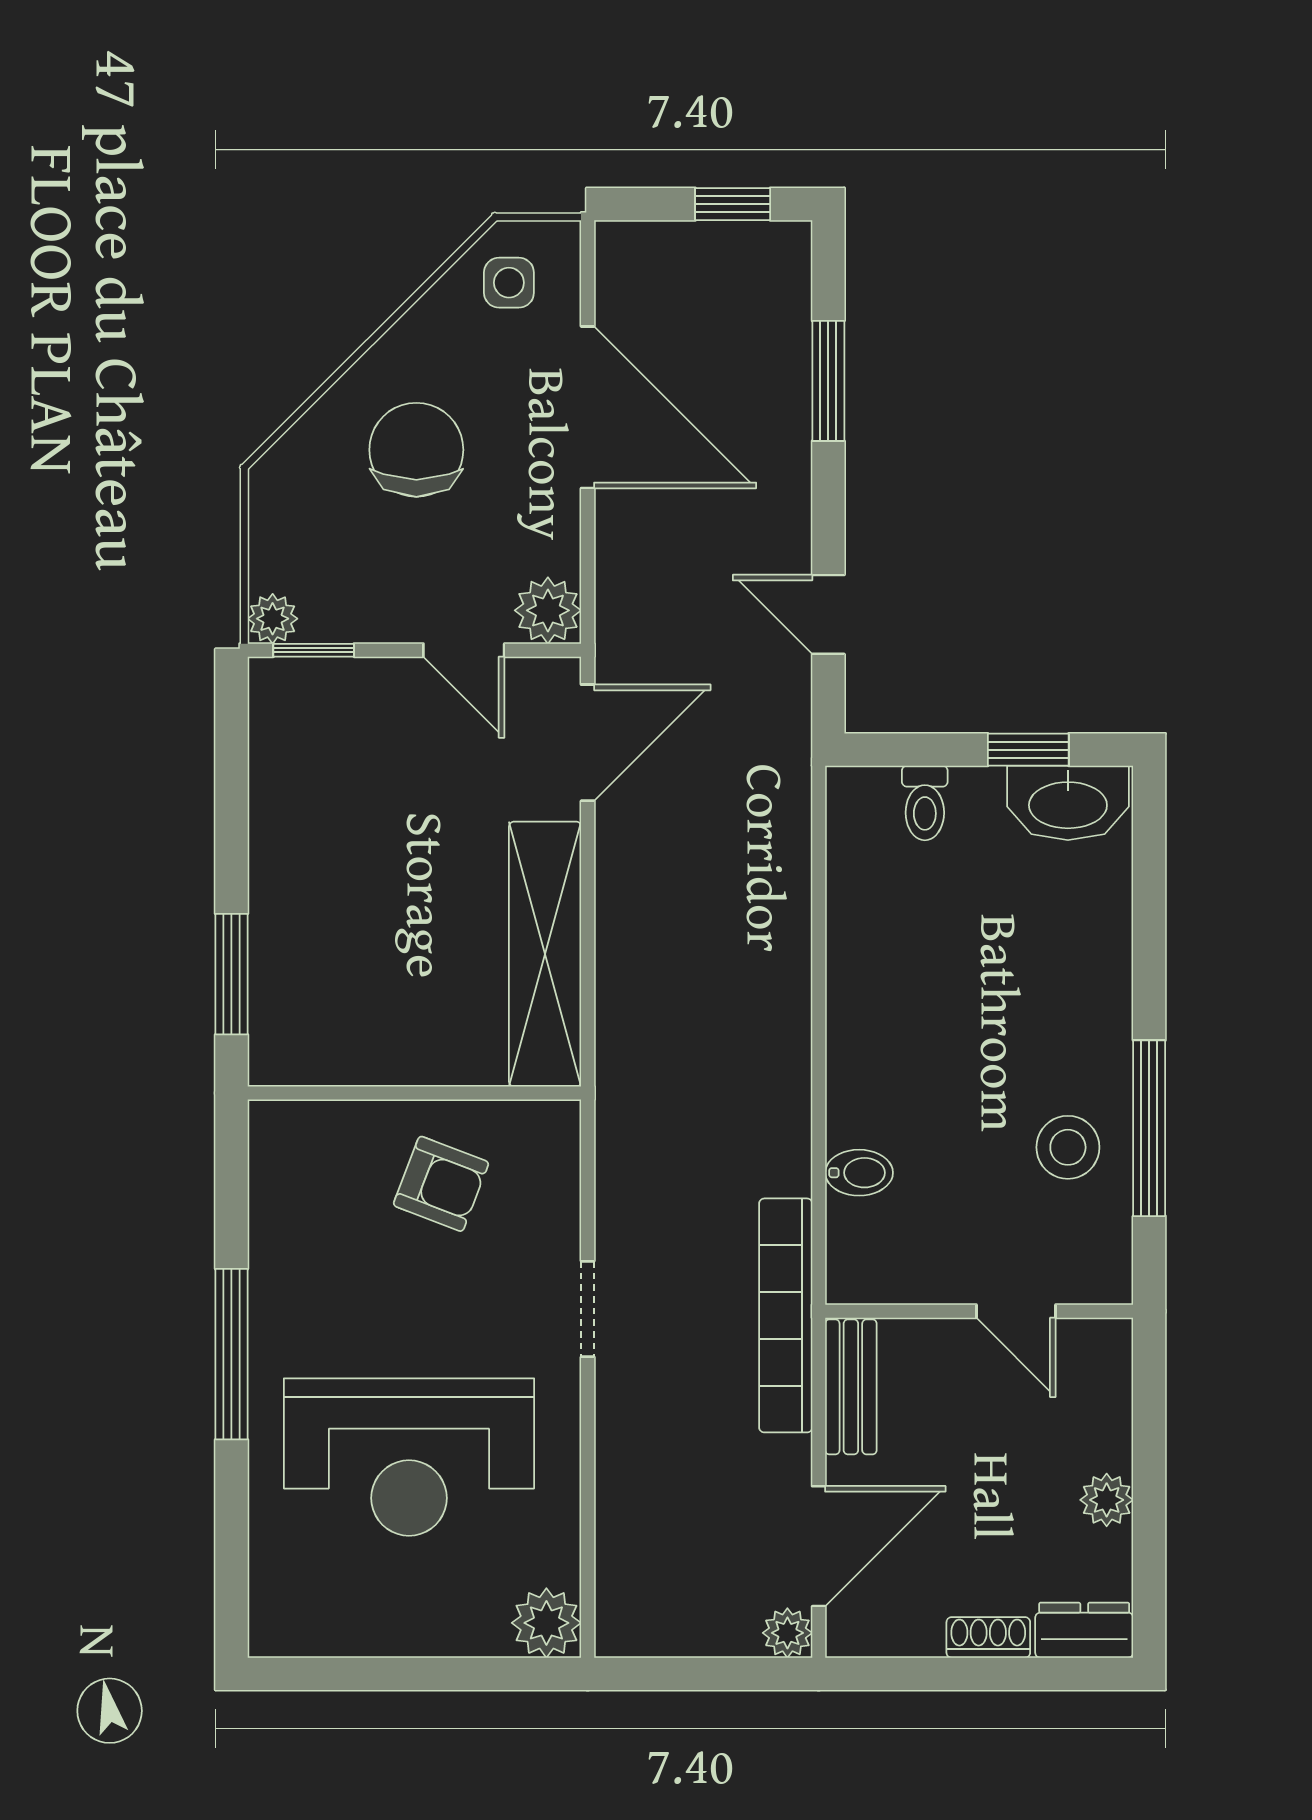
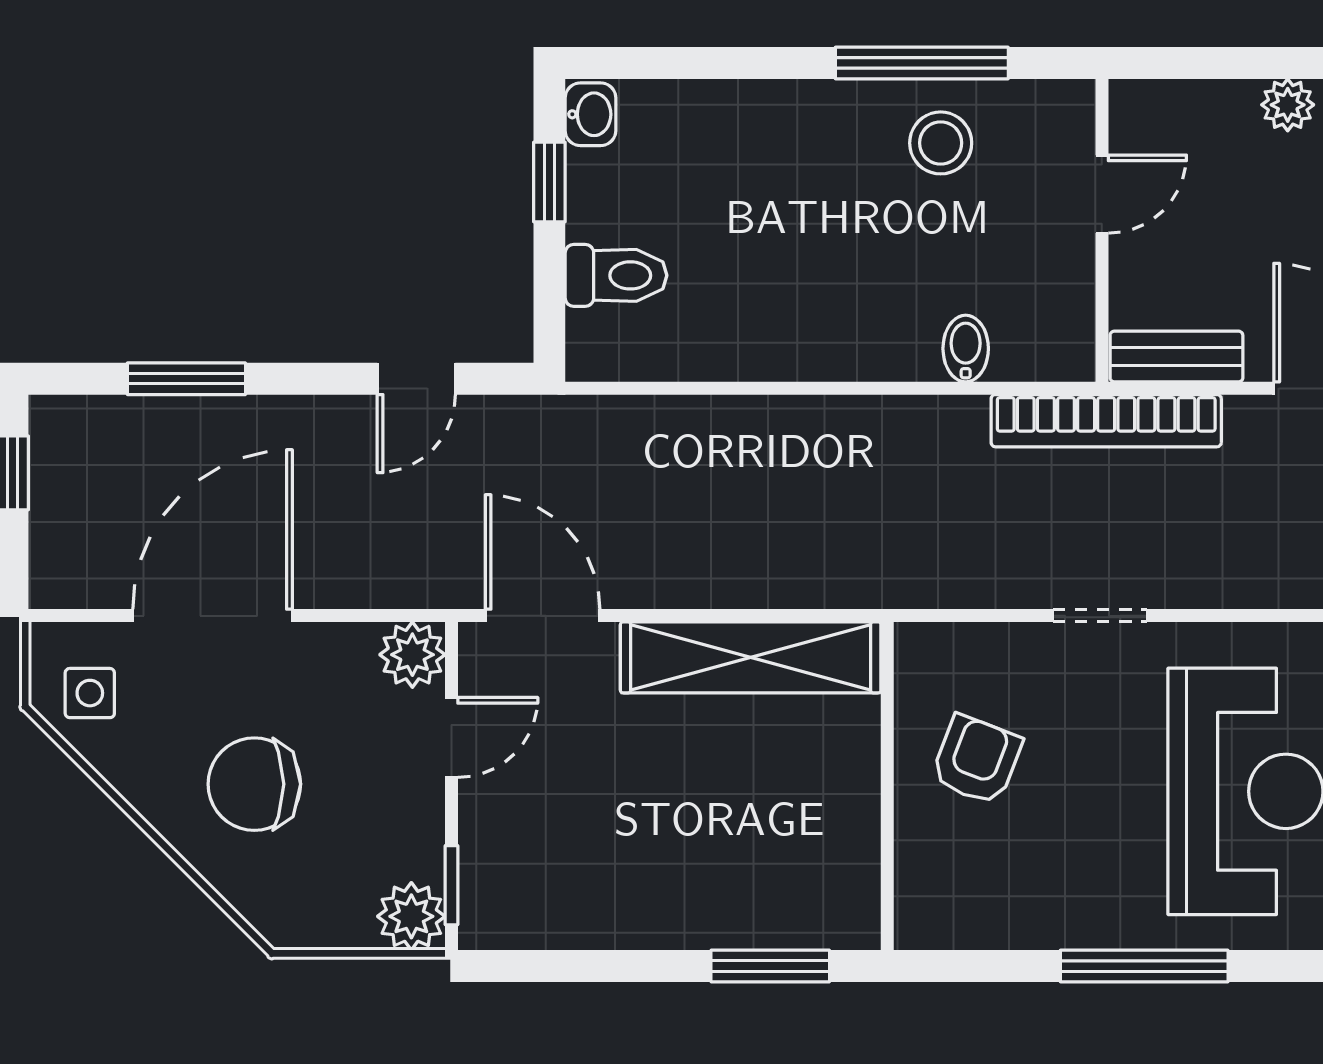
plant: (273, 619) -> (411, 916), width x1.38, depth x1.38
toilet: (925, 803) -> (616, 275), width x1.37, depth x1.39
washbasin: (1068, 803) -> (591, 114), width x0.52, depth x0.69

